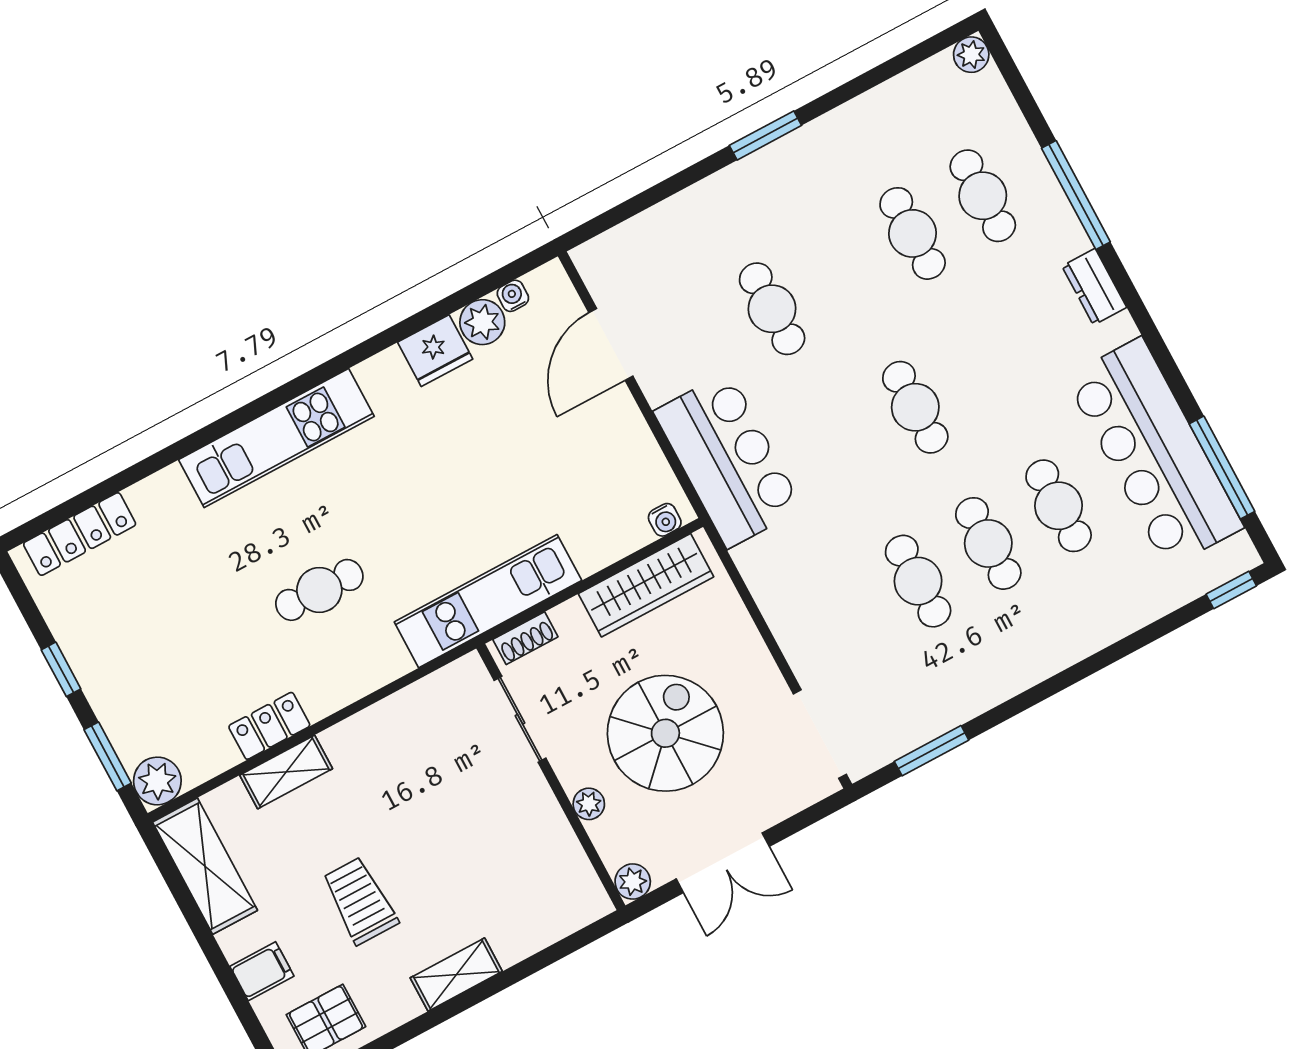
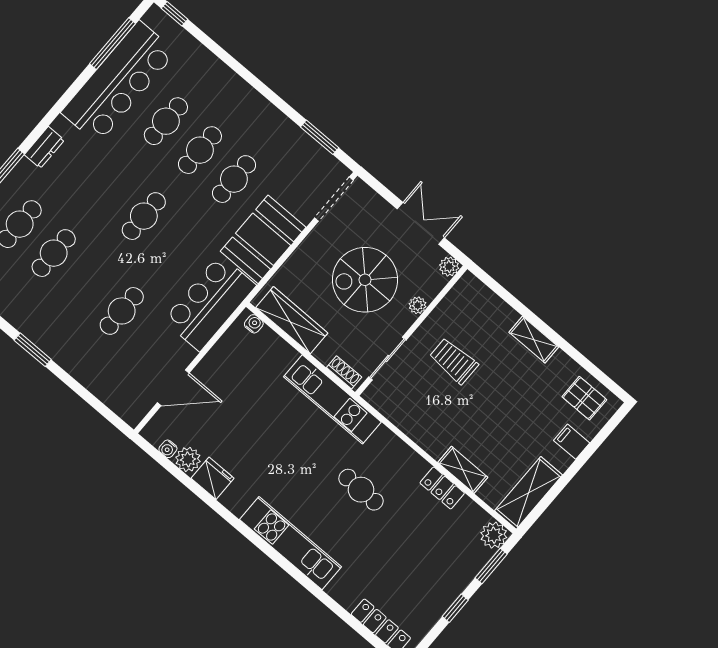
booth: (799, 590) -> (263, 239), added
trolley: (360, 901) -> (454, 361), moved, turned 90

